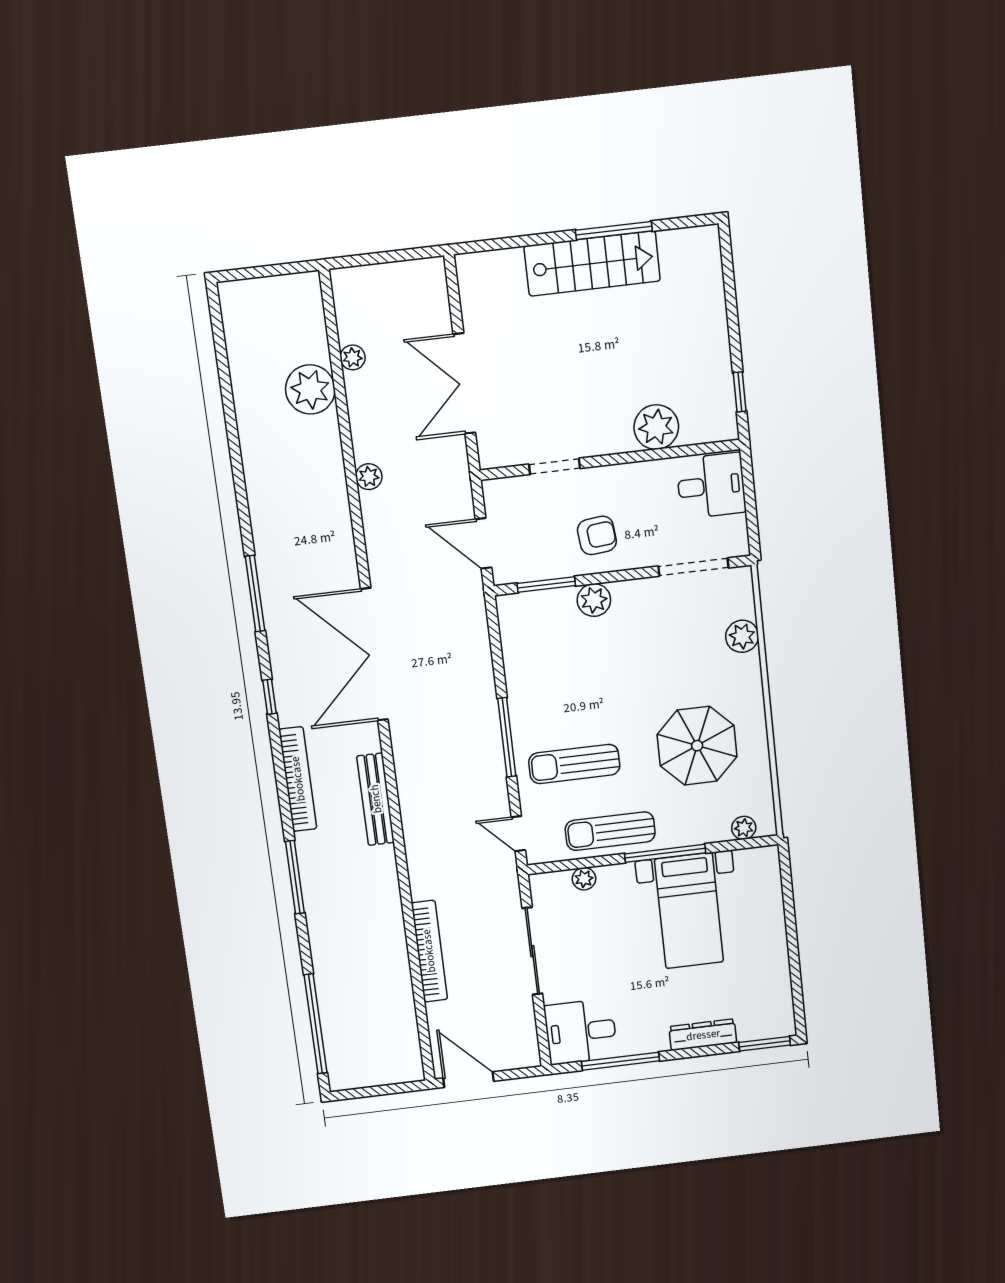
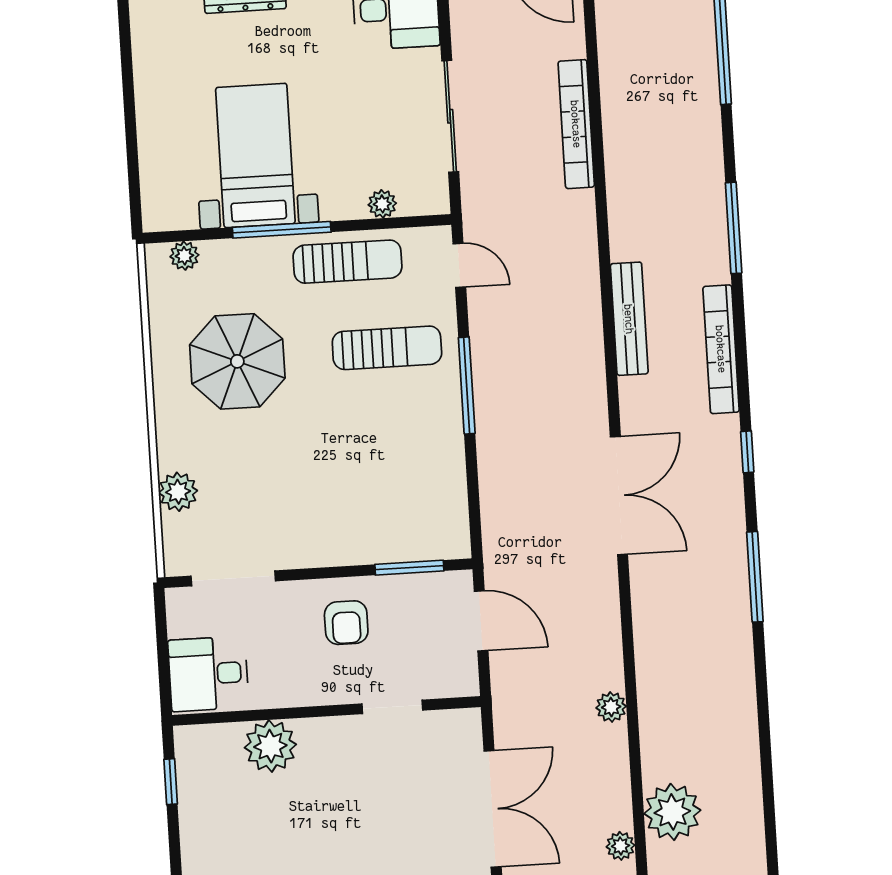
armchair: (597, 535) -> (346, 623), turned -84
plant: (594, 600) -> (354, 546), removed
double door: (374, 654) -> (619, 496), width x0.73

